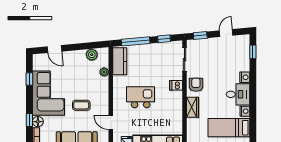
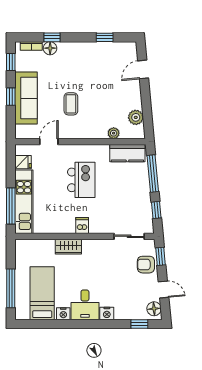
floor lamp: (241, 40) -> (154, 309), added
dishwasher: (176, 85) -> (82, 225), moved
armchair: (196, 85) -> (146, 265), moved, turned 180
corner sofa: (49, 93) -> (86, 62), removed

